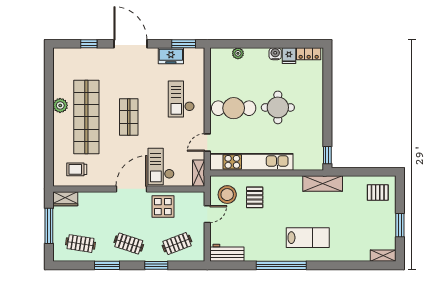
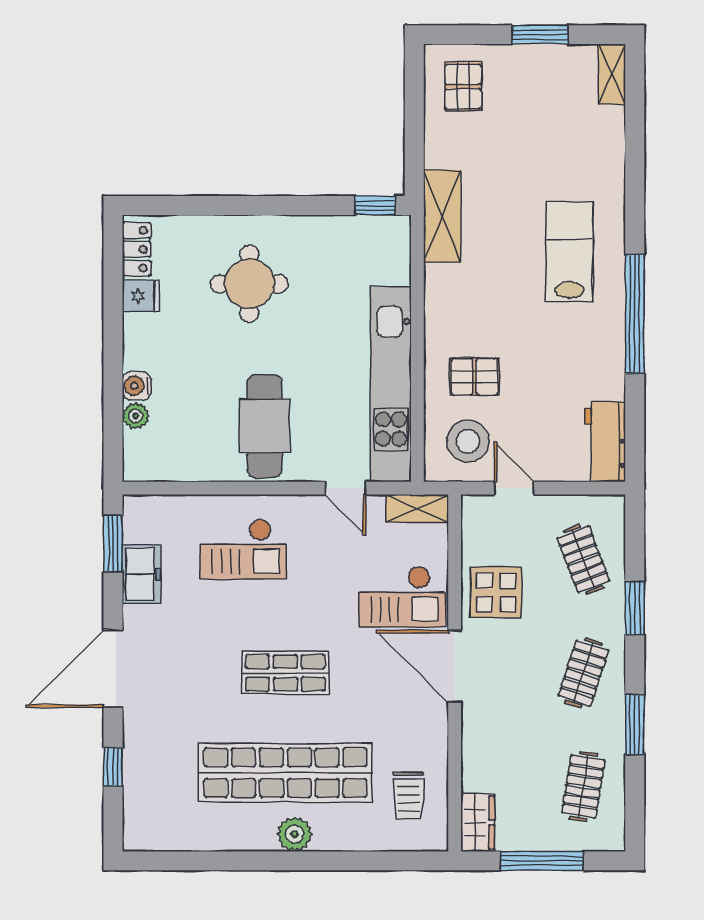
water cooler: (275, 54) -> (137, 386), moved
plant: (60, 105) -> (294, 834), moved
round table: (278, 107) -> (249, 284), moved

